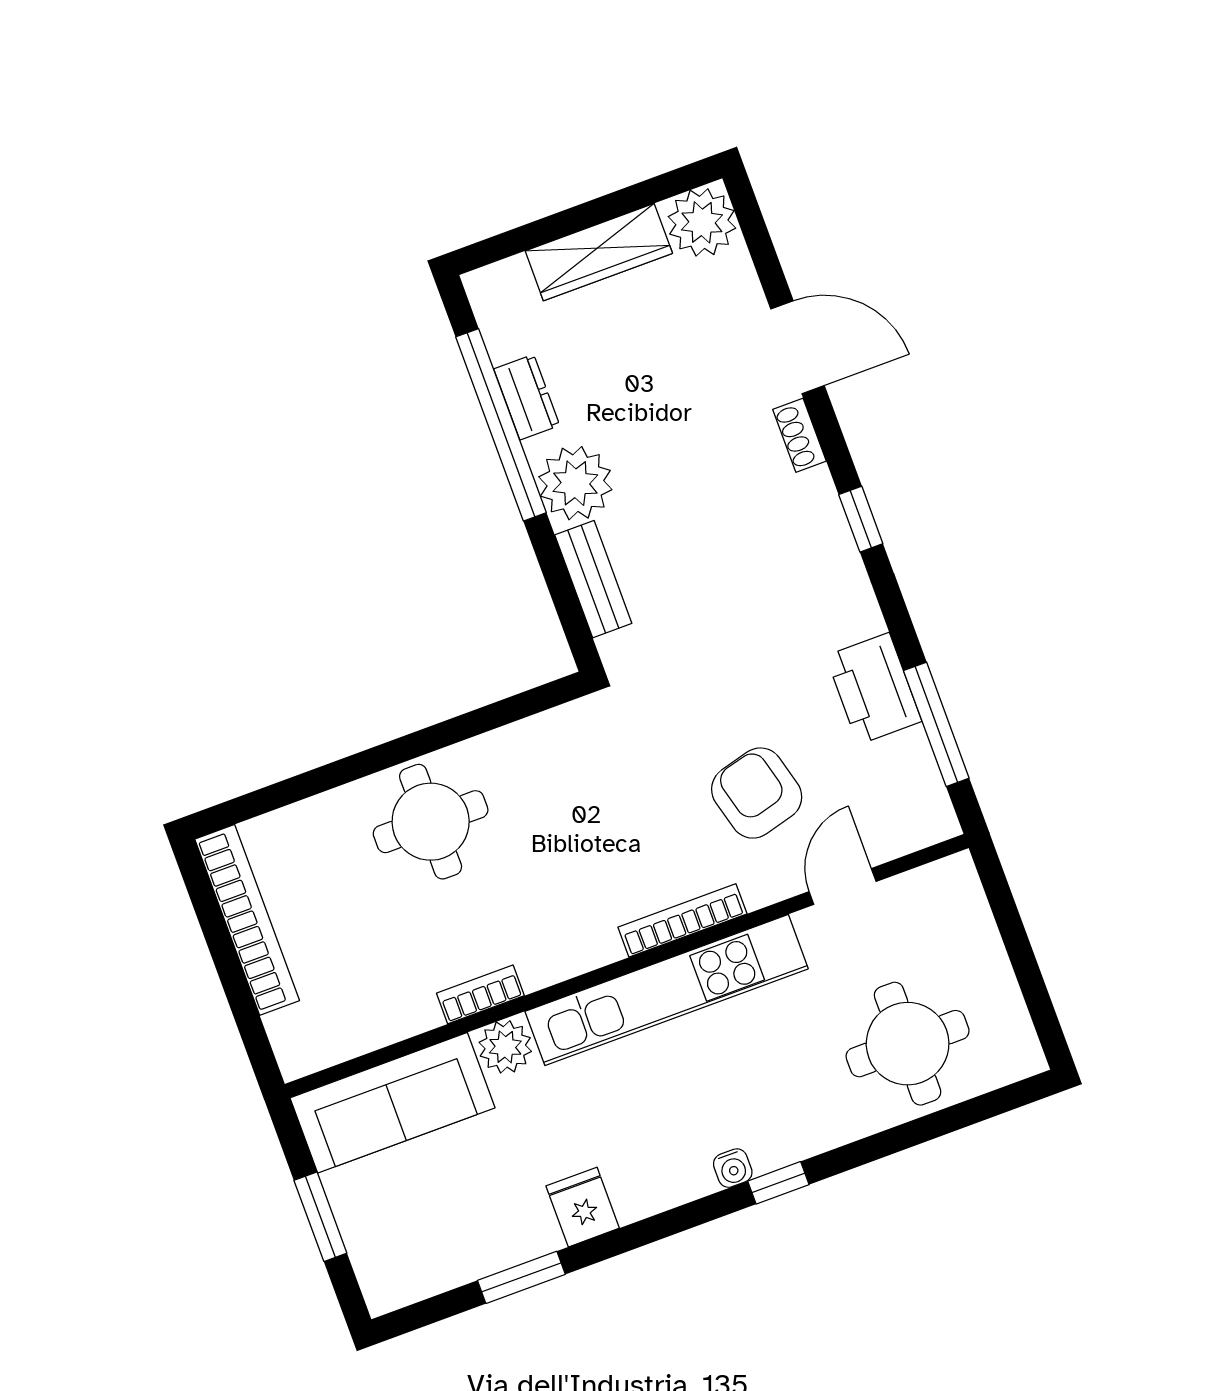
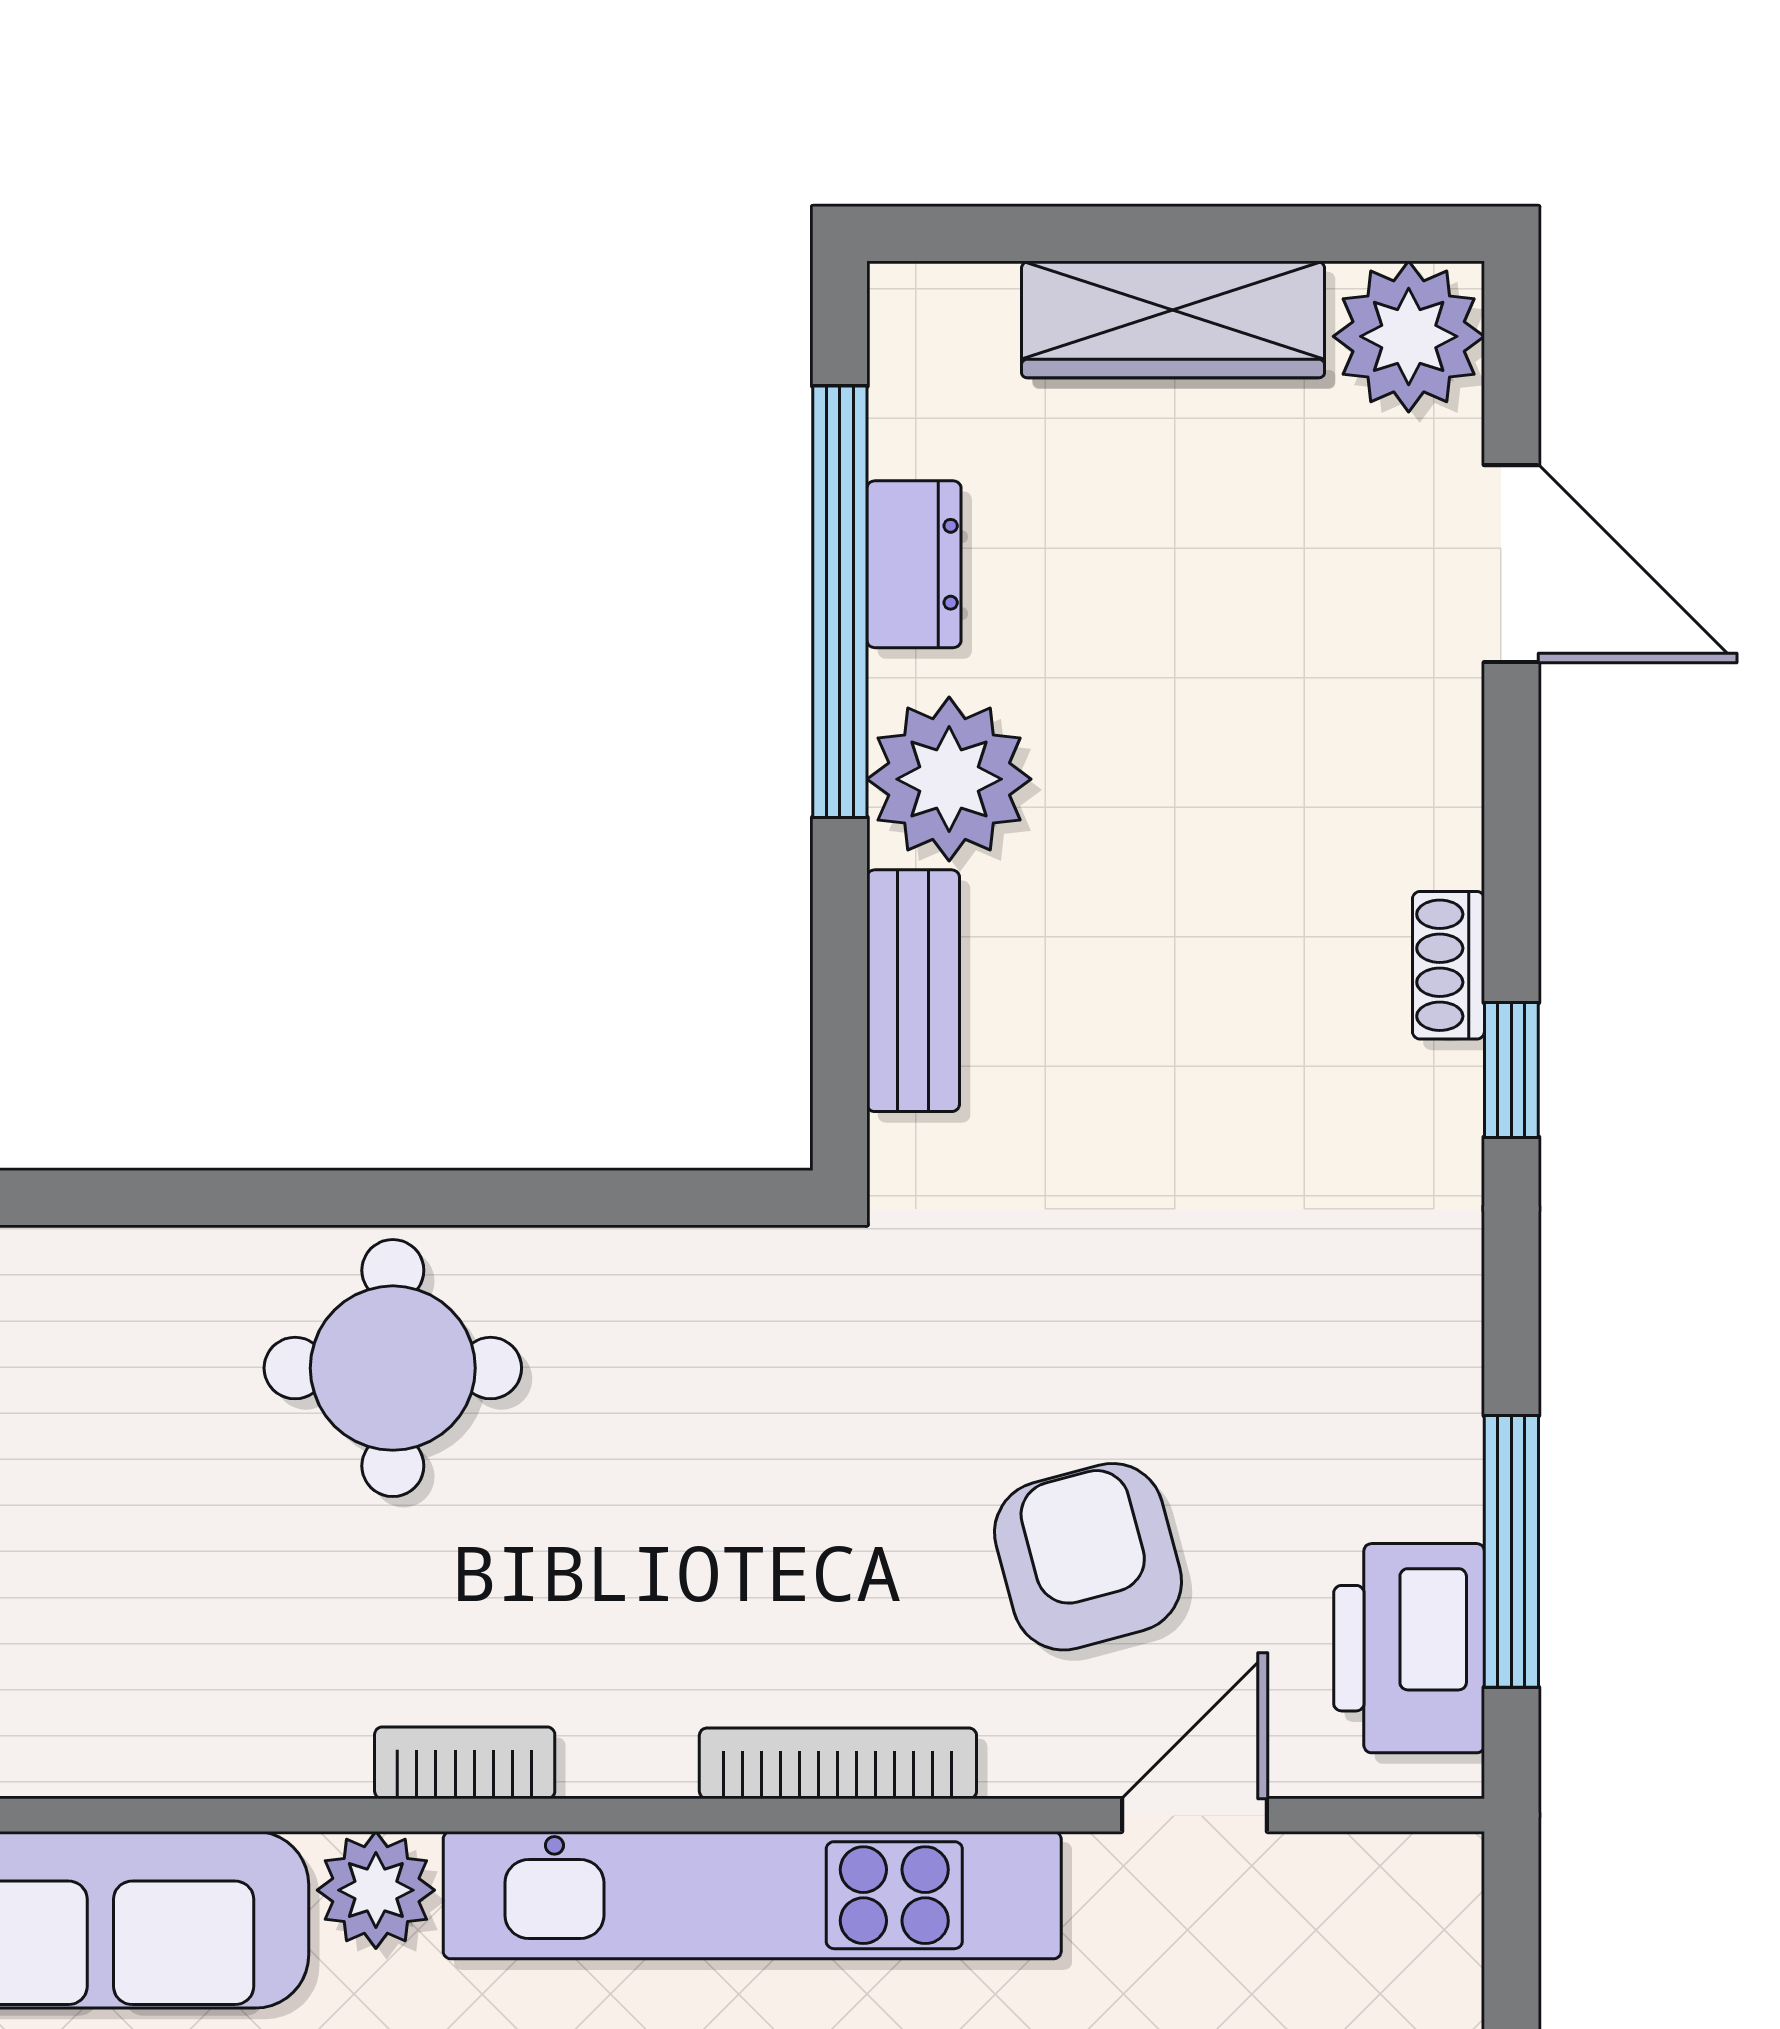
door: (798, 347) -> (1511, 564), moved
shoe rack: (800, 435) -> (1448, 965), moved
printer: (874, 689) -> (1409, 1648), moved
bookcase: (480, 994) -> (465, 1763), moved

